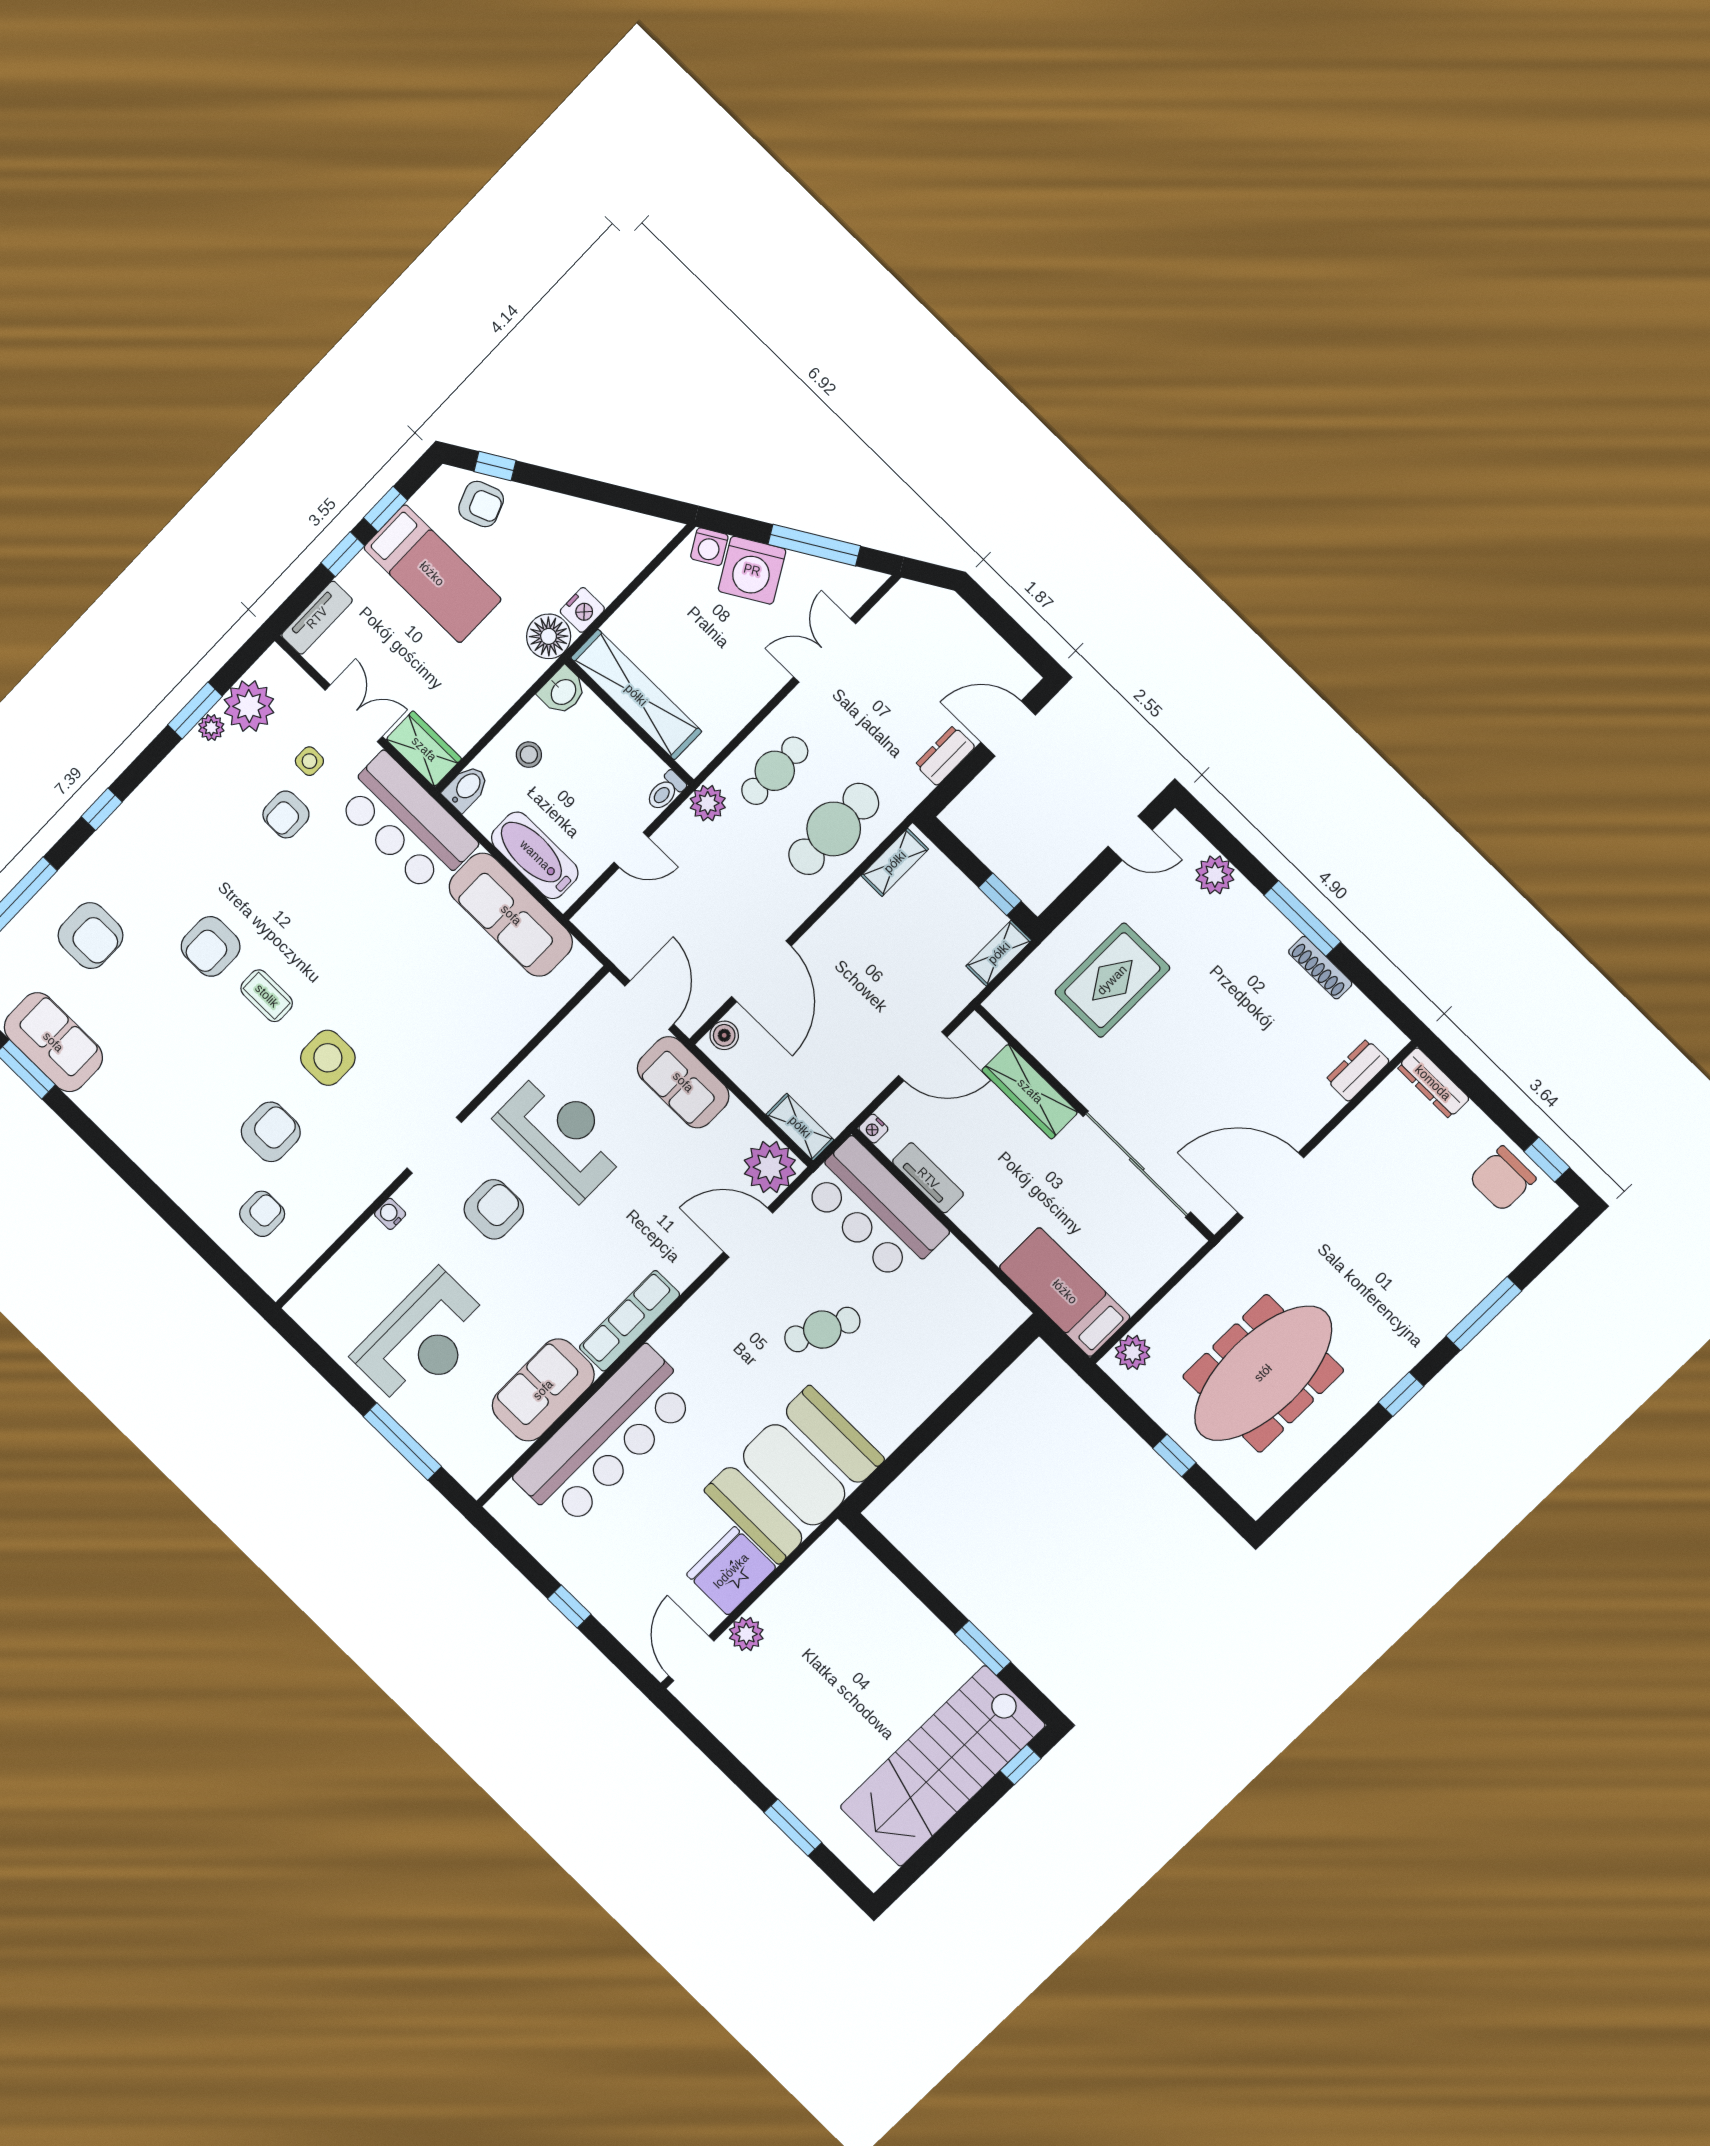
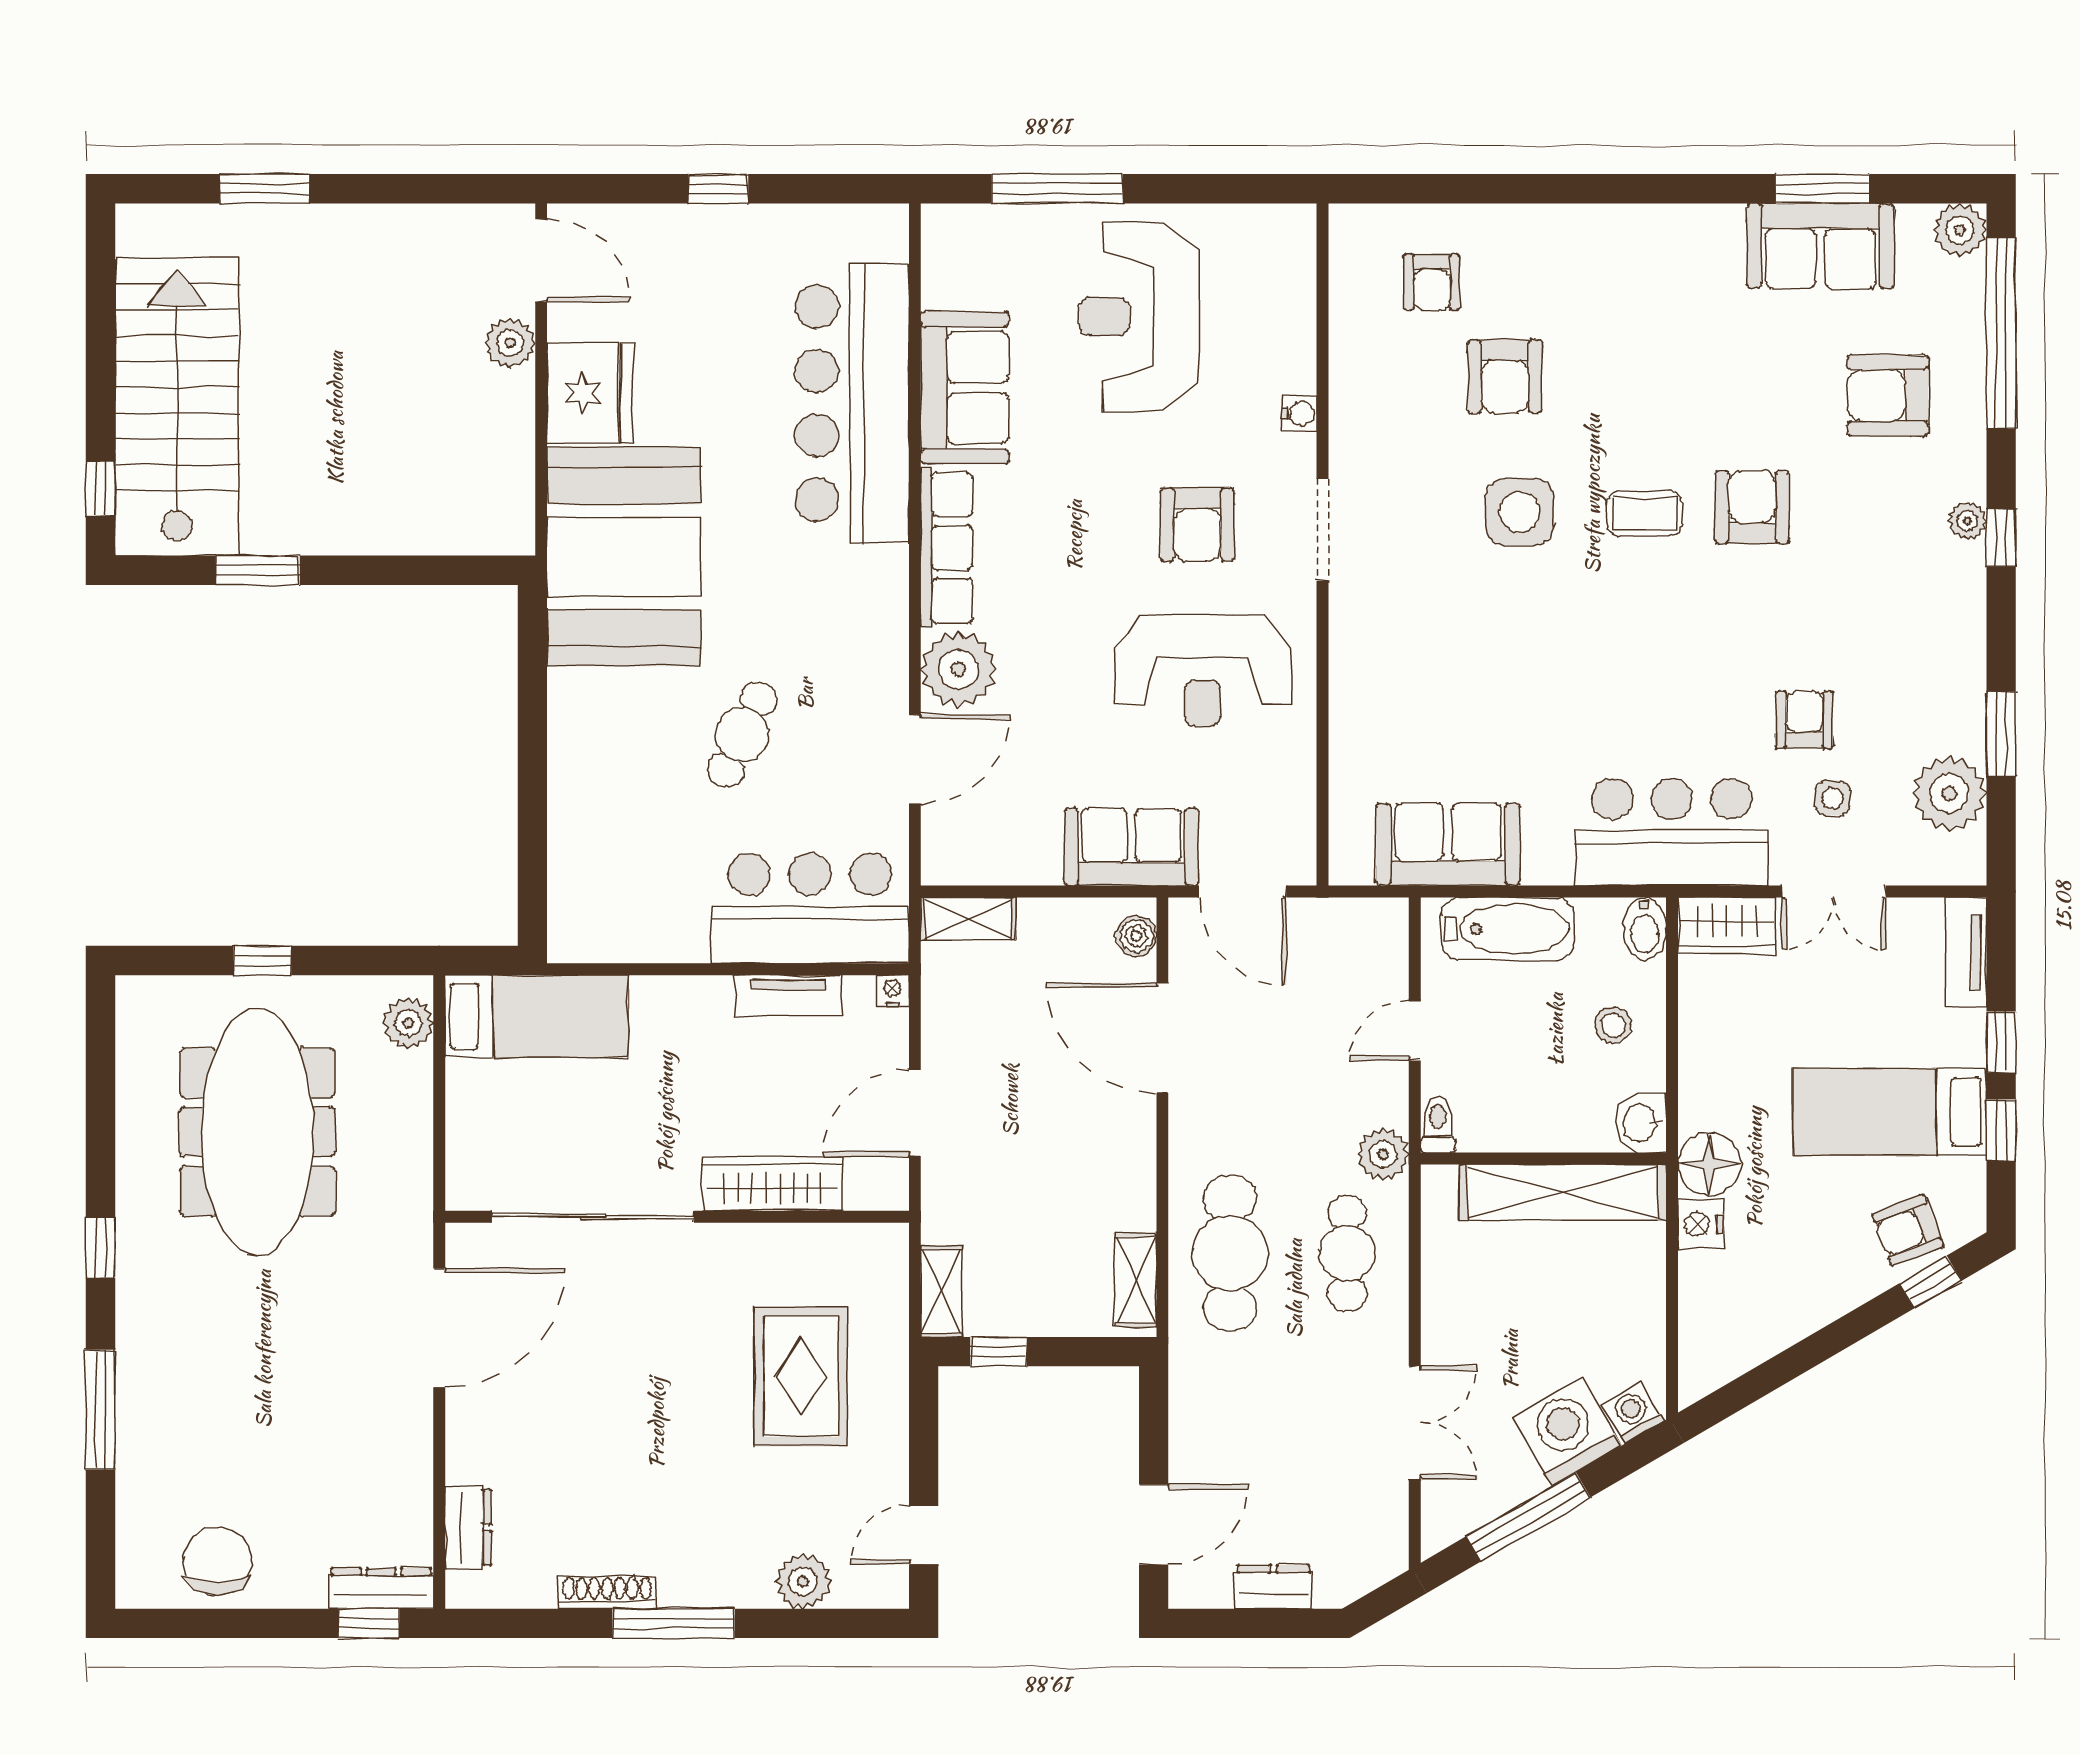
plant: (211, 728) -> (1967, 521), moved
dresser: (945, 756) -> (1274, 1587), moved, turned -90
sofa: (511, 915) -> (1448, 844), width x0.73
window: (1547, 1159) -> (369, 1623), moved
plant: (770, 1167) -> (959, 669), moved

